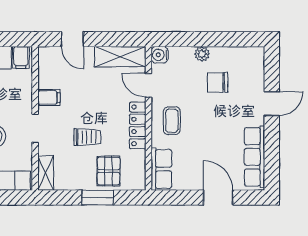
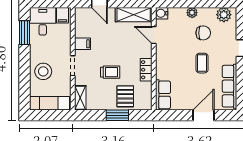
plant: (246, 57) -> (224, 15), added
chair: (218, 82) -> (203, 33), turned 180
coffee table: (172, 121) -> (202, 63), moved
locker: (138, 125) -> (146, 70), width x0.66
door: (218, 198) -> (204, 115), hinge flipped

